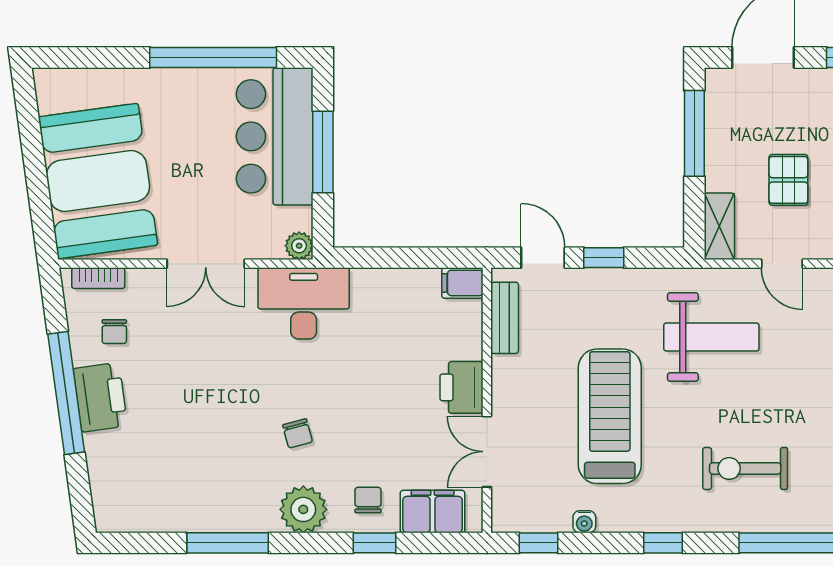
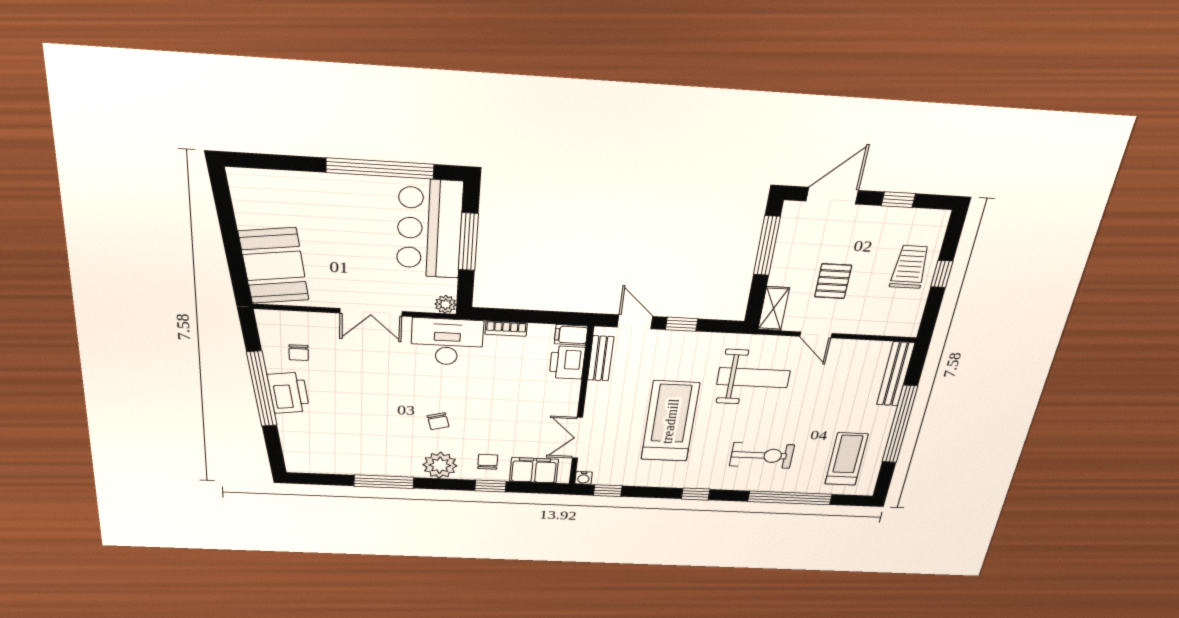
booth: (98, 181) -> (274, 266), width x0.73, depth x0.70
bookcase: (98, 278) -> (506, 329), moved
printer: (461, 387) -> (567, 363), moved
exercise bike: (745, 468) -> (762, 455), turned 180
water cooler: (584, 522) -> (583, 478), moved

